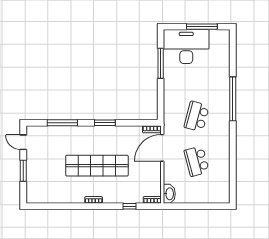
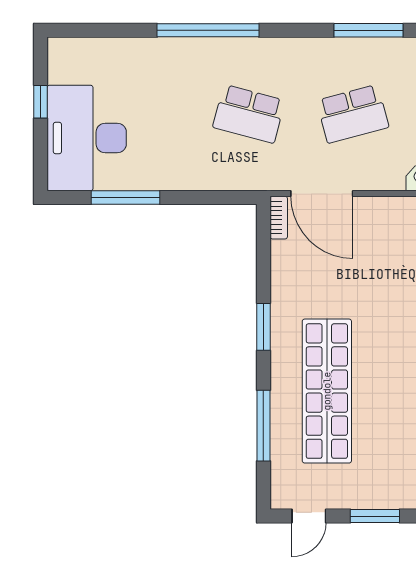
window: (202, 27) -> (40, 102), width x0.46
shop shelf: (97, 166) -> (327, 391), moved
window: (233, 168) -> (368, 30), added

